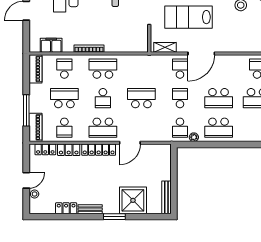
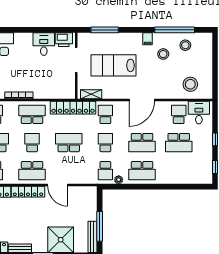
door: (201, 54) -> (142, 100), moved
locker: (146, 61) -> (73, 108), added
school desk: (103, 98) -> (32, 143), turned 180
door: (130, 143) -> (58, 185), hinge flipped
window: (174, 186) -> (100, 226), added

